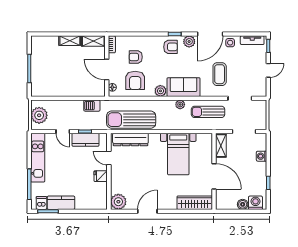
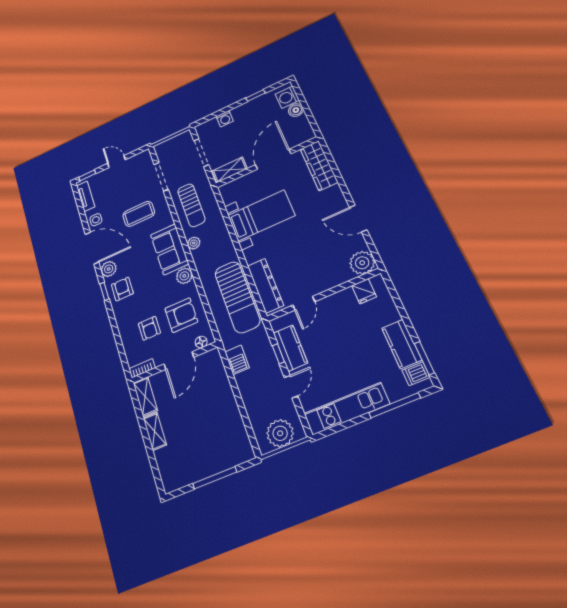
fridge: (101, 176) -> (364, 291), moved

